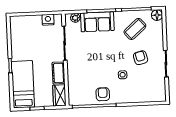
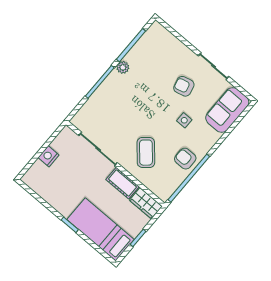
floor lamp: (157, 15) -> (156, 30), removed
plant: (75, 18) -> (123, 67), moved
nightstand: (48, 20) -> (49, 156), moved
sofa: (97, 22) -> (227, 110), moved, turned 180
coffee table: (135, 29) -> (146, 153), moved

